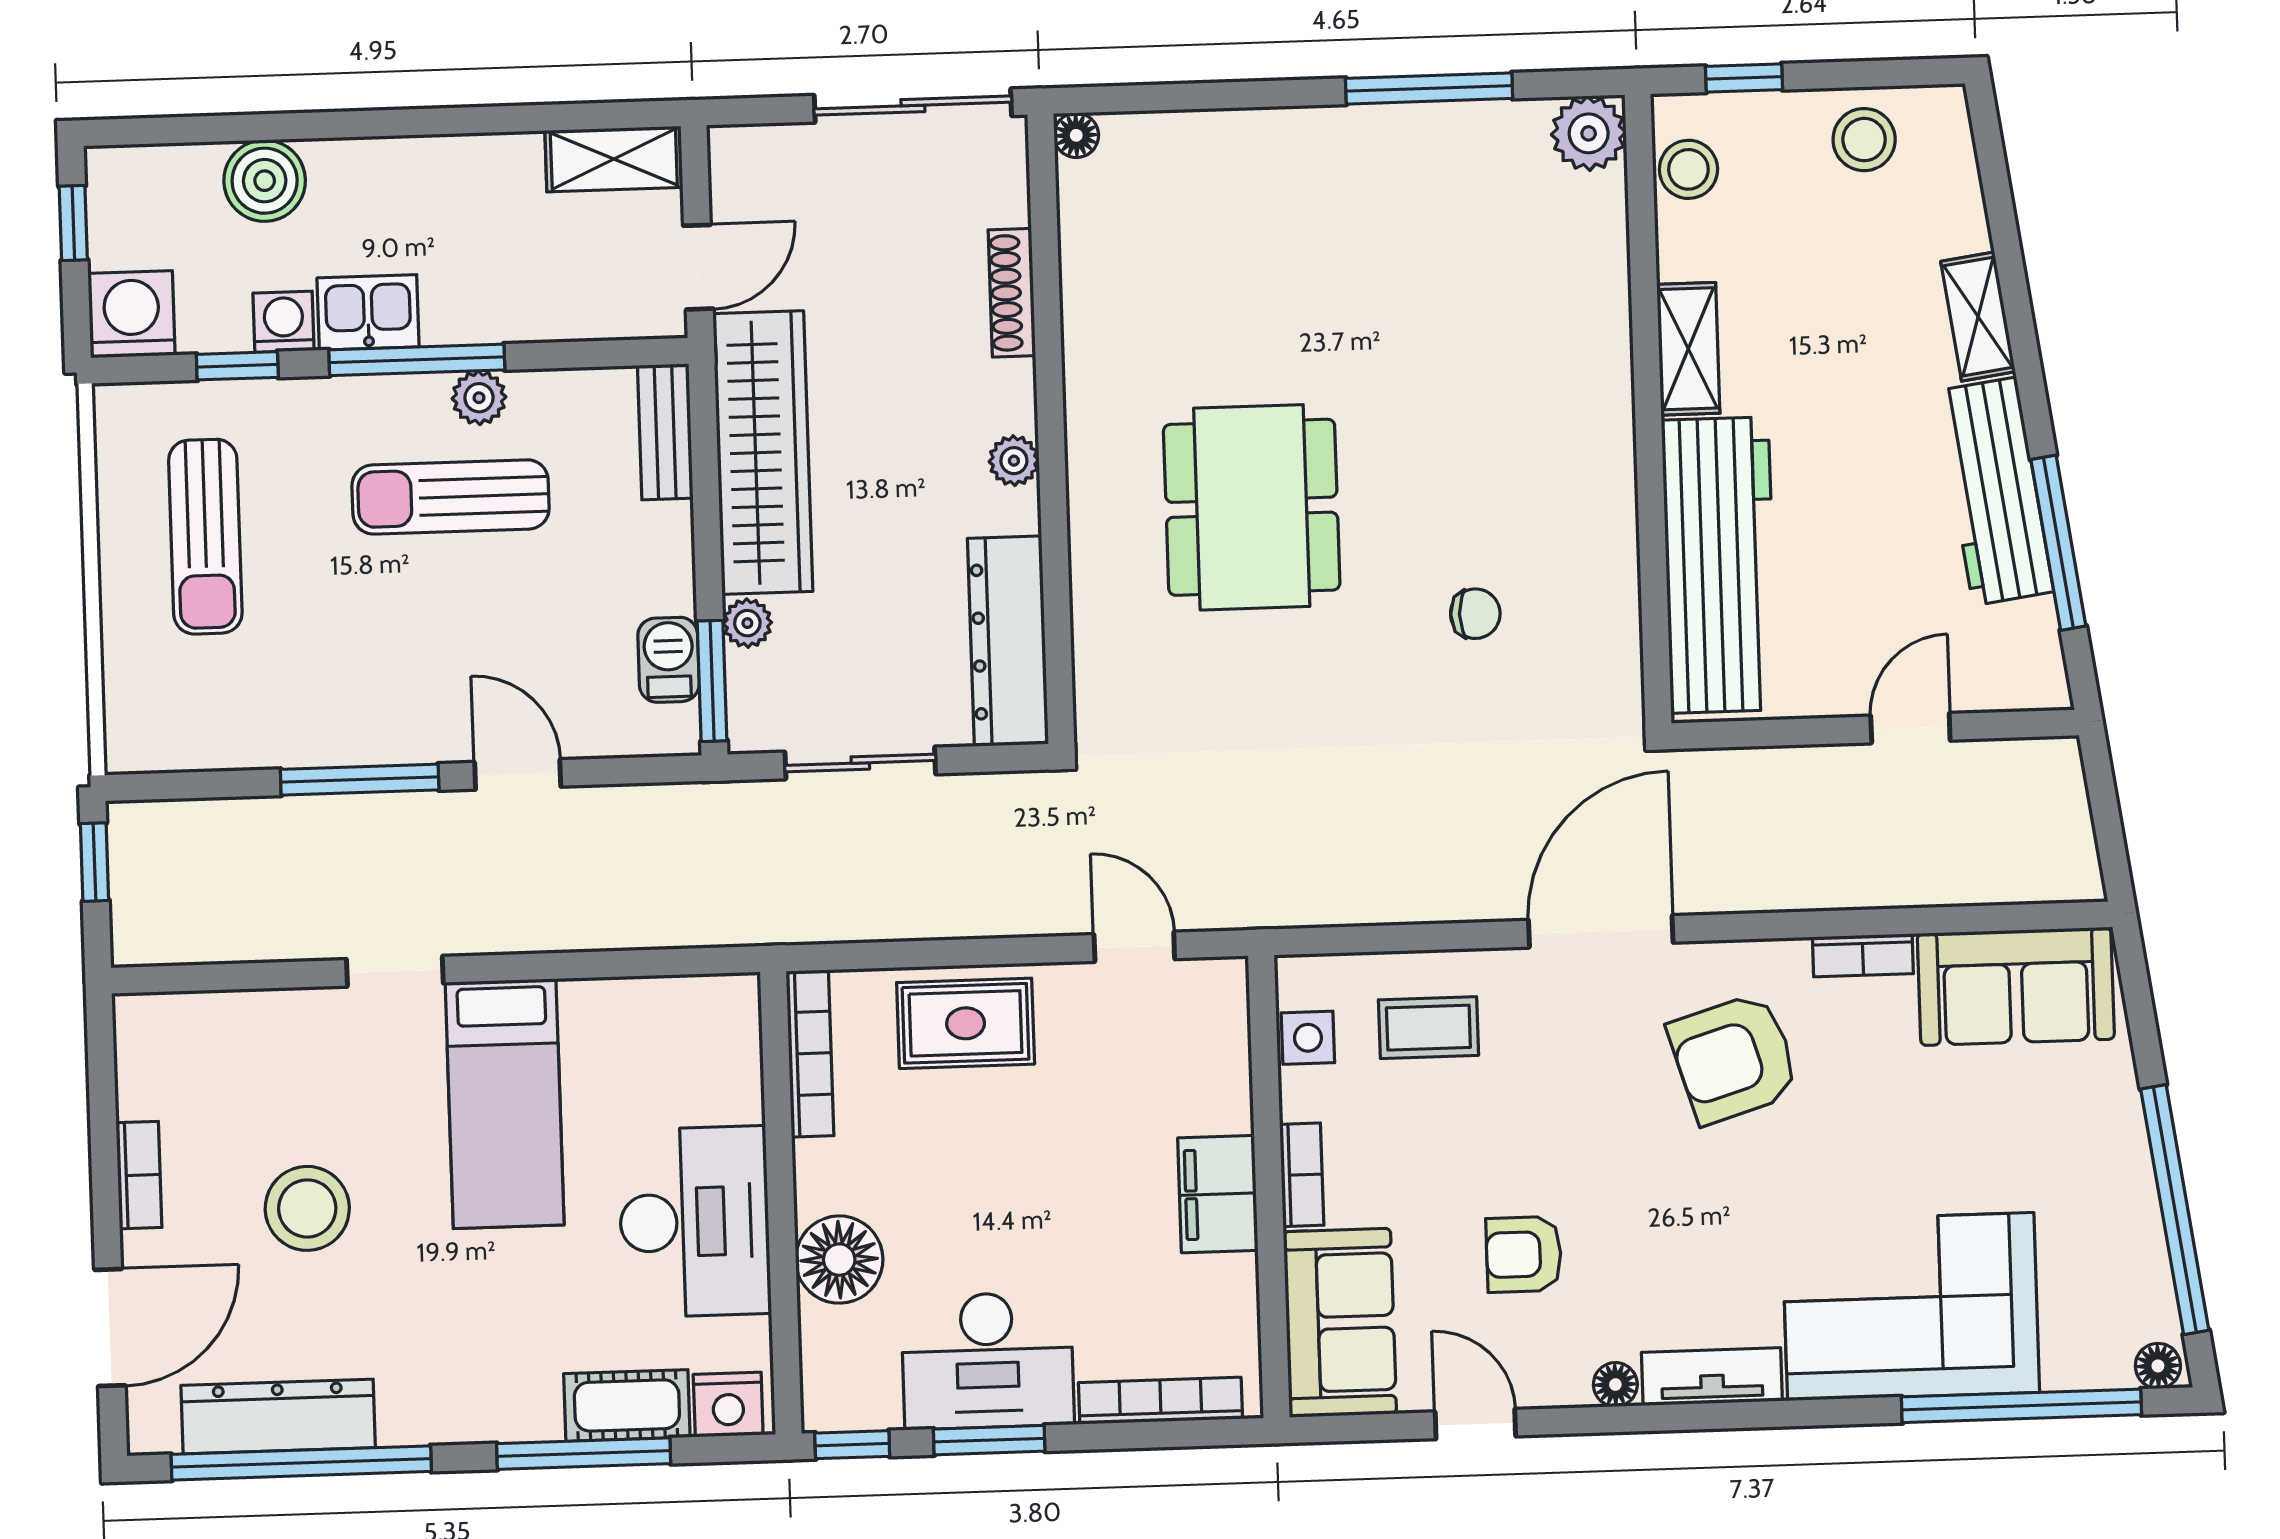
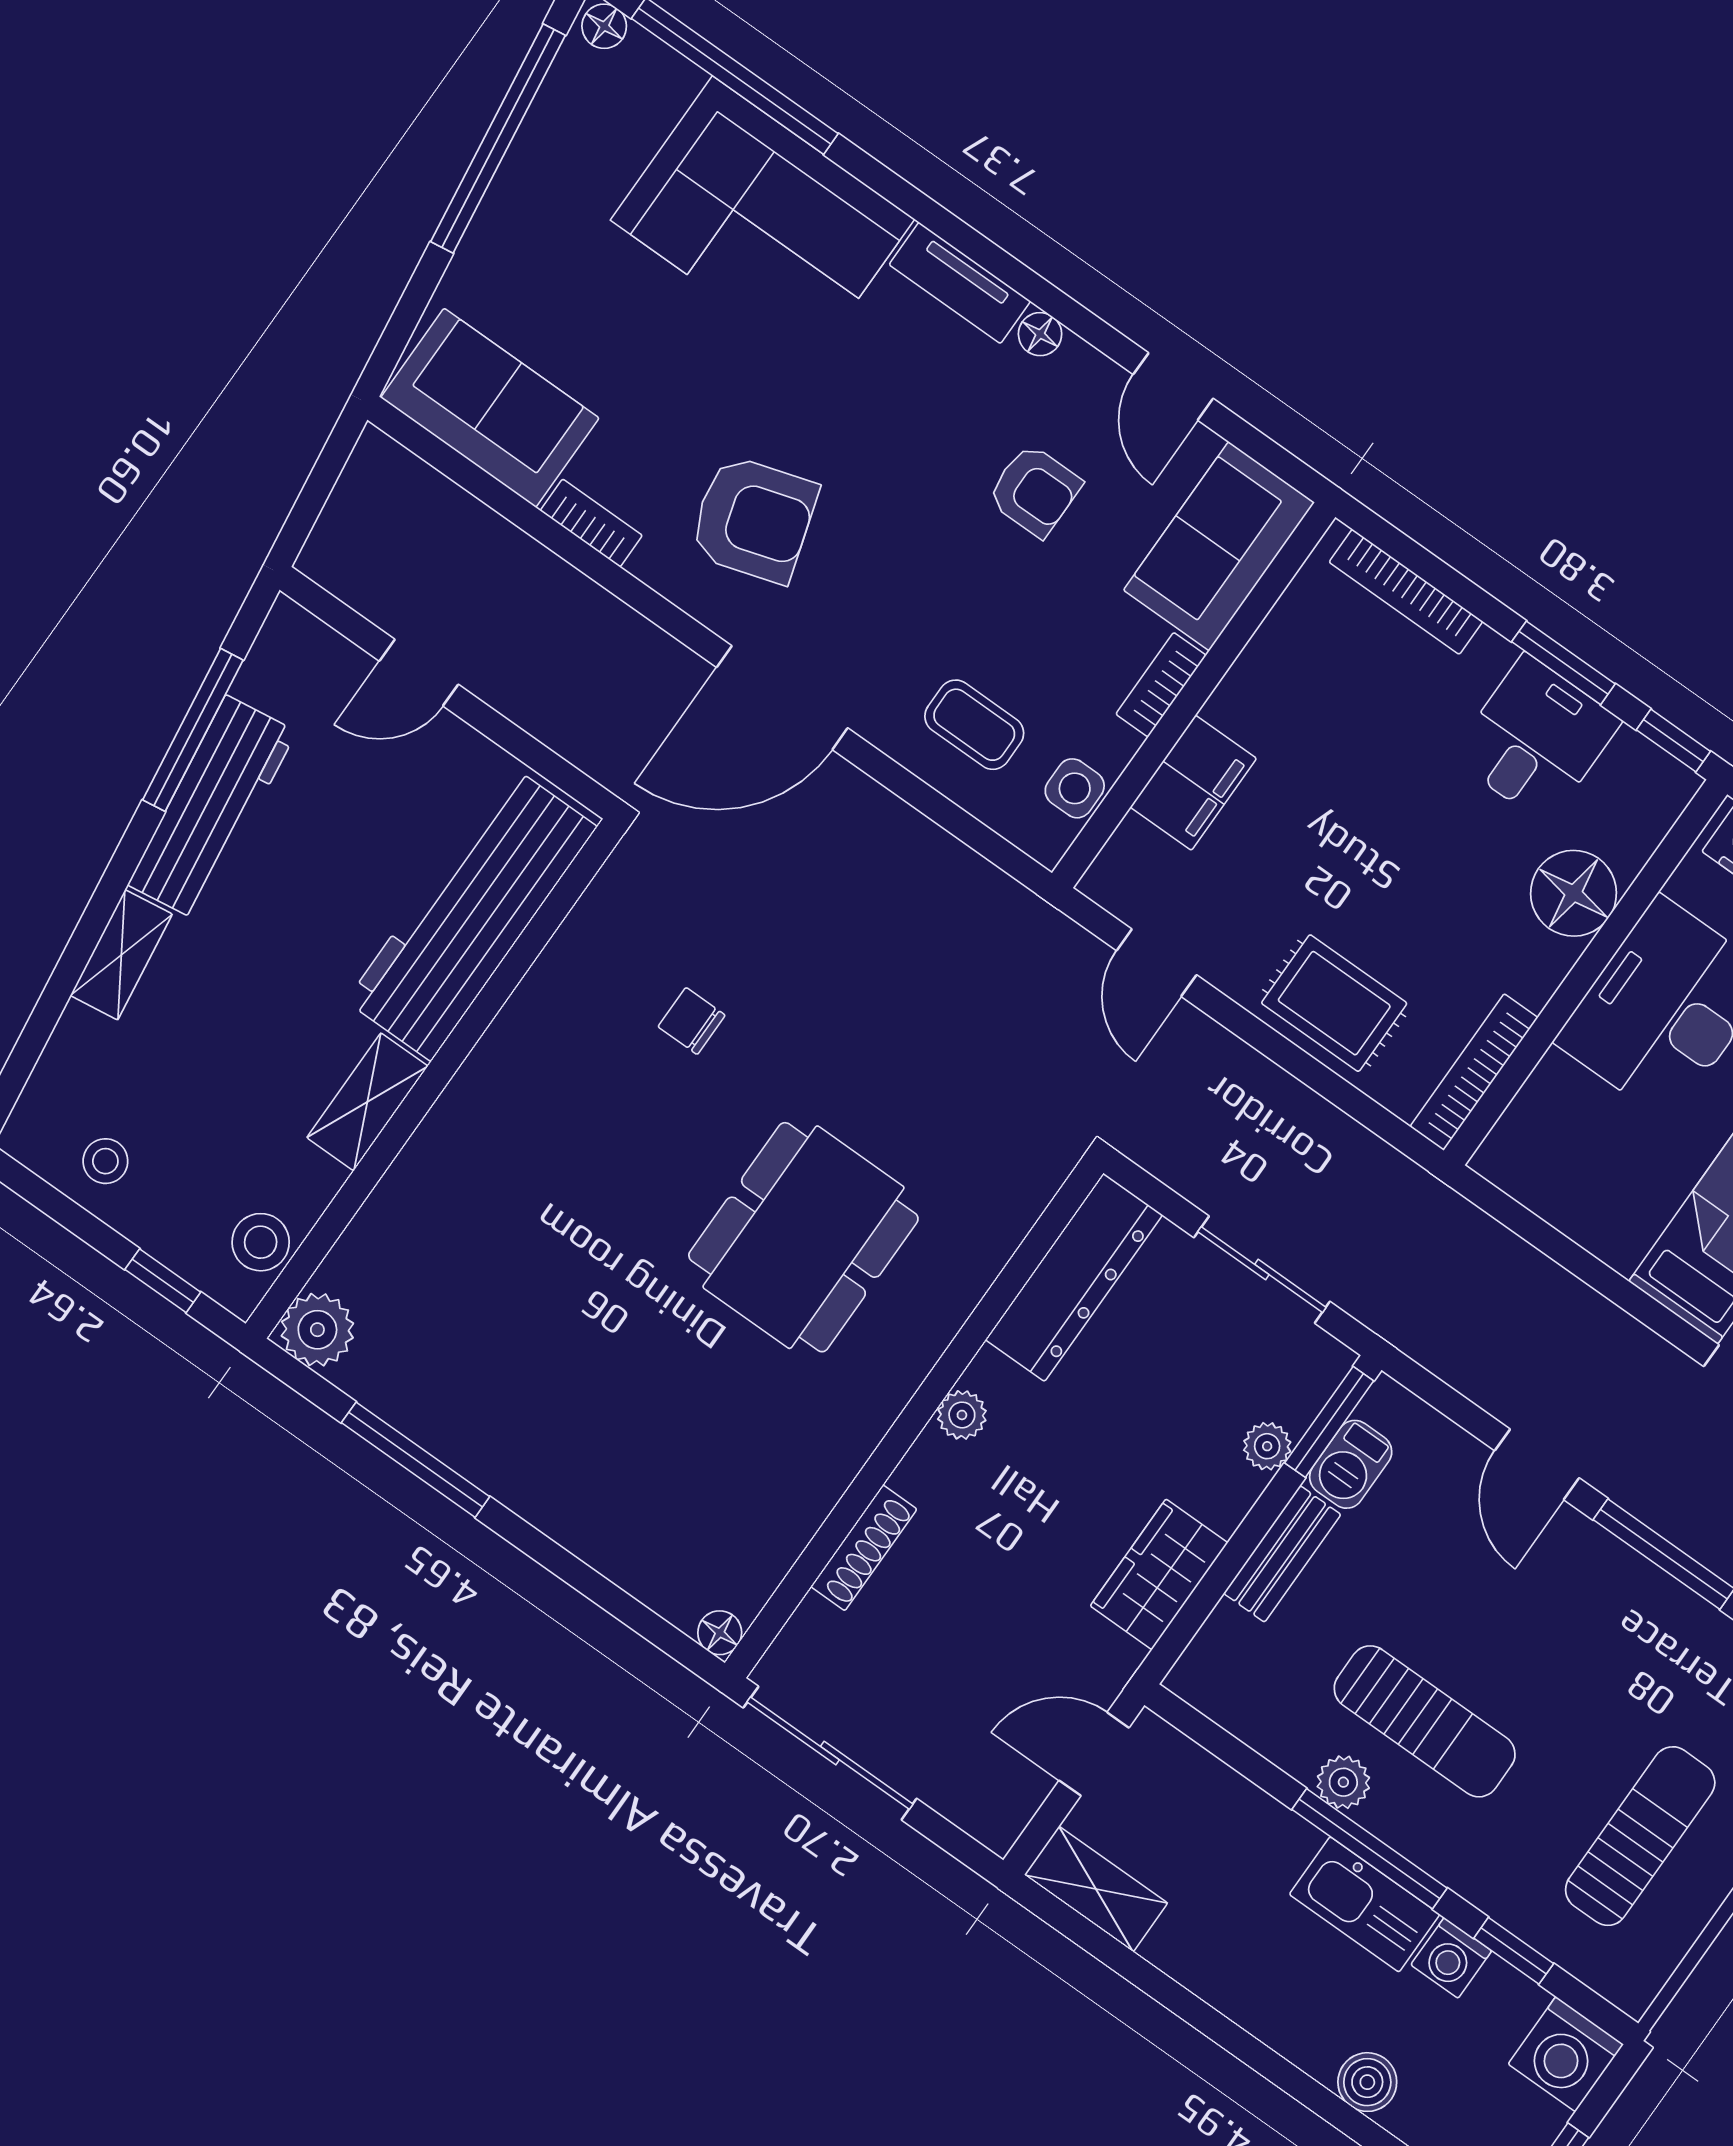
stool: (1864, 140) -> (105, 1161), width x0.73, depth x0.73
boiler: (265, 181) -> (1367, 2082), width x0.73, depth x0.73
kitchen sink: (368, 312) -> (1365, 1904), width x1.38
bench: (665, 432) -> (1282, 1554), moved
wardrobe: (763, 453) -> (1159, 1574), width x0.48, depth x0.85
filing cabinet: (1218, 1194) -> (1193, 783), moved
desk: (988, 1361) -> (1536, 739), width x0.73

